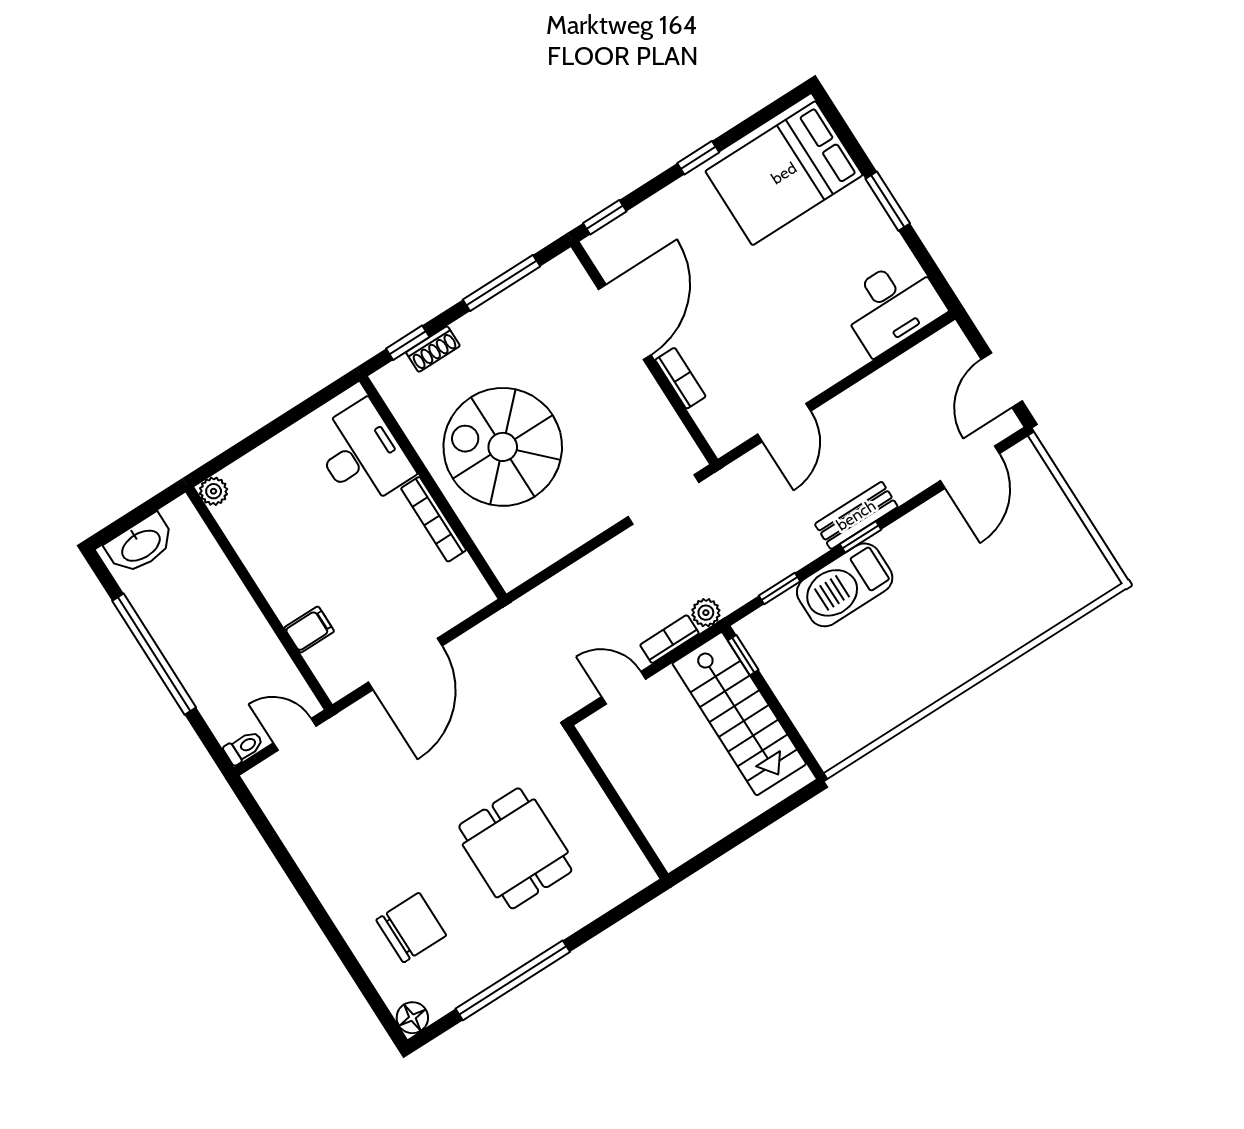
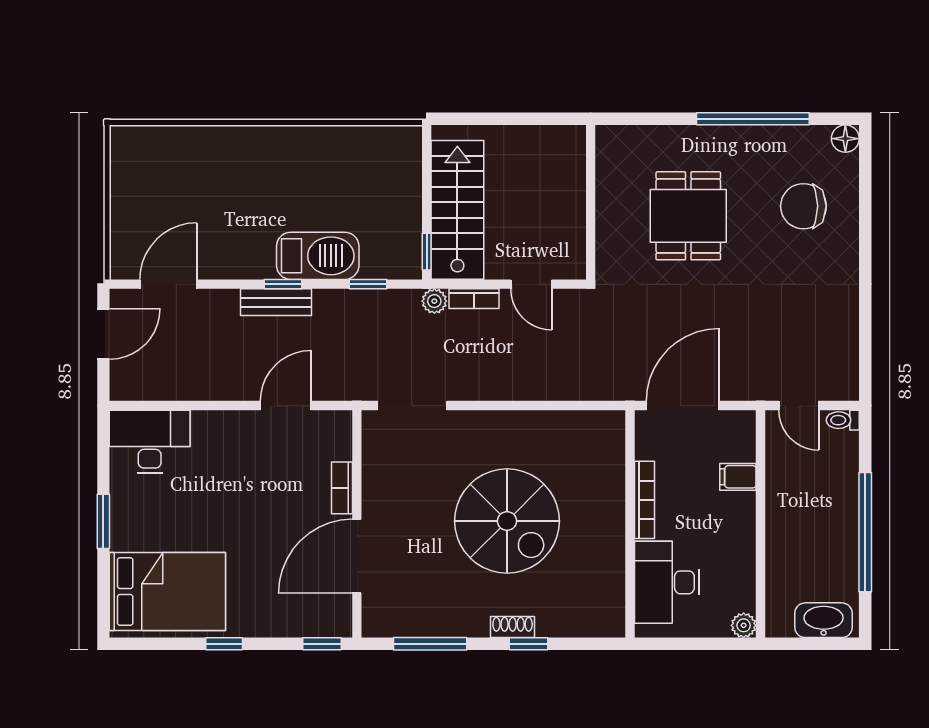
desk: (362, 454) -> (667, 582), moved
wall: (433, 488) -> (630, 524), moved
bookcase: (434, 519) -> (644, 500), moved

